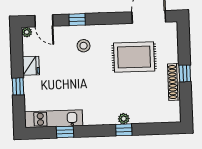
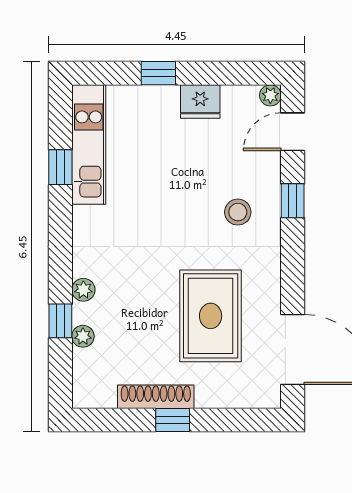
plant: (146, 118) -> (83, 336), added
window: (124, 130) -> (60, 321), moved

